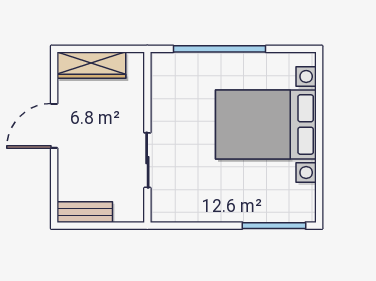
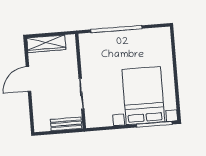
bed with nightstands: (266, 124) -> (143, 96), moved, turned 90
bench: (85, 212) -> (66, 124), moved

